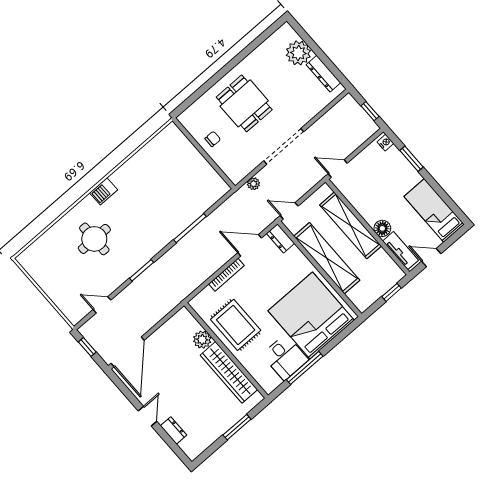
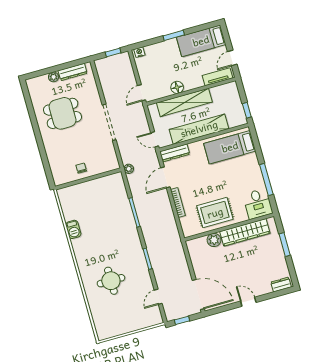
plant: (298, 53) -> (54, 77), width x0.53, depth x0.53
dining table: (244, 103) -> (63, 113), moved
window: (412, 159) -> (174, 35), moved
plant: (253, 184) -> (129, 169), moved
barbecue: (104, 191) -> (73, 229), moved
door: (289, 211) -> (155, 139), hinge flipped
floor lamp: (382, 228) -> (177, 87), moved
dresser: (281, 238) -> (175, 153), width x1.44
window: (392, 292) -> (247, 110), moved
bed: (311, 315) -> (230, 147), width x0.49
desk: (285, 357) -> (258, 204), moved, turned 90
dresser: (174, 430) -> (281, 285), moved

